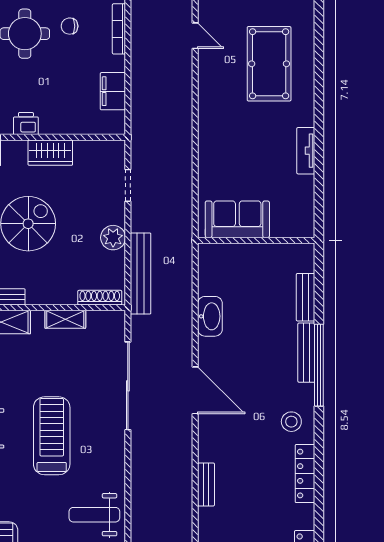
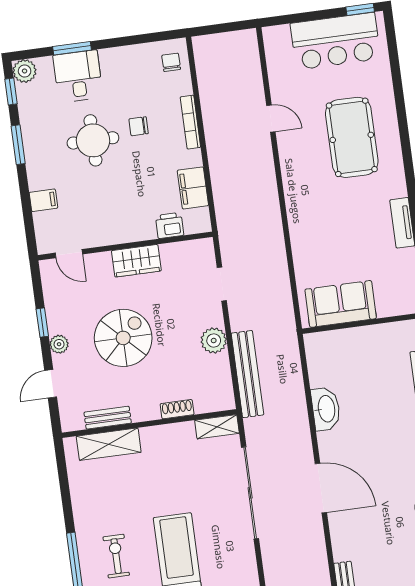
printer: (26, 124) -> (170, 225), moved
shoe rack: (100, 298) -> (177, 409), moved, width x0.70
shelving: (65, 319) -> (217, 427), moved

